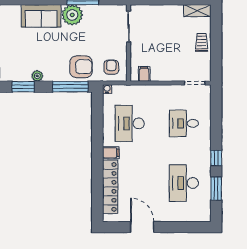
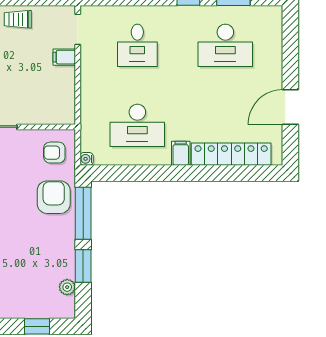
filing cabinet: (144, 74) -> (64, 57), moved
plant: (37, 76) -> (67, 287), moved
window: (23, 87) -> (83, 266), moved

